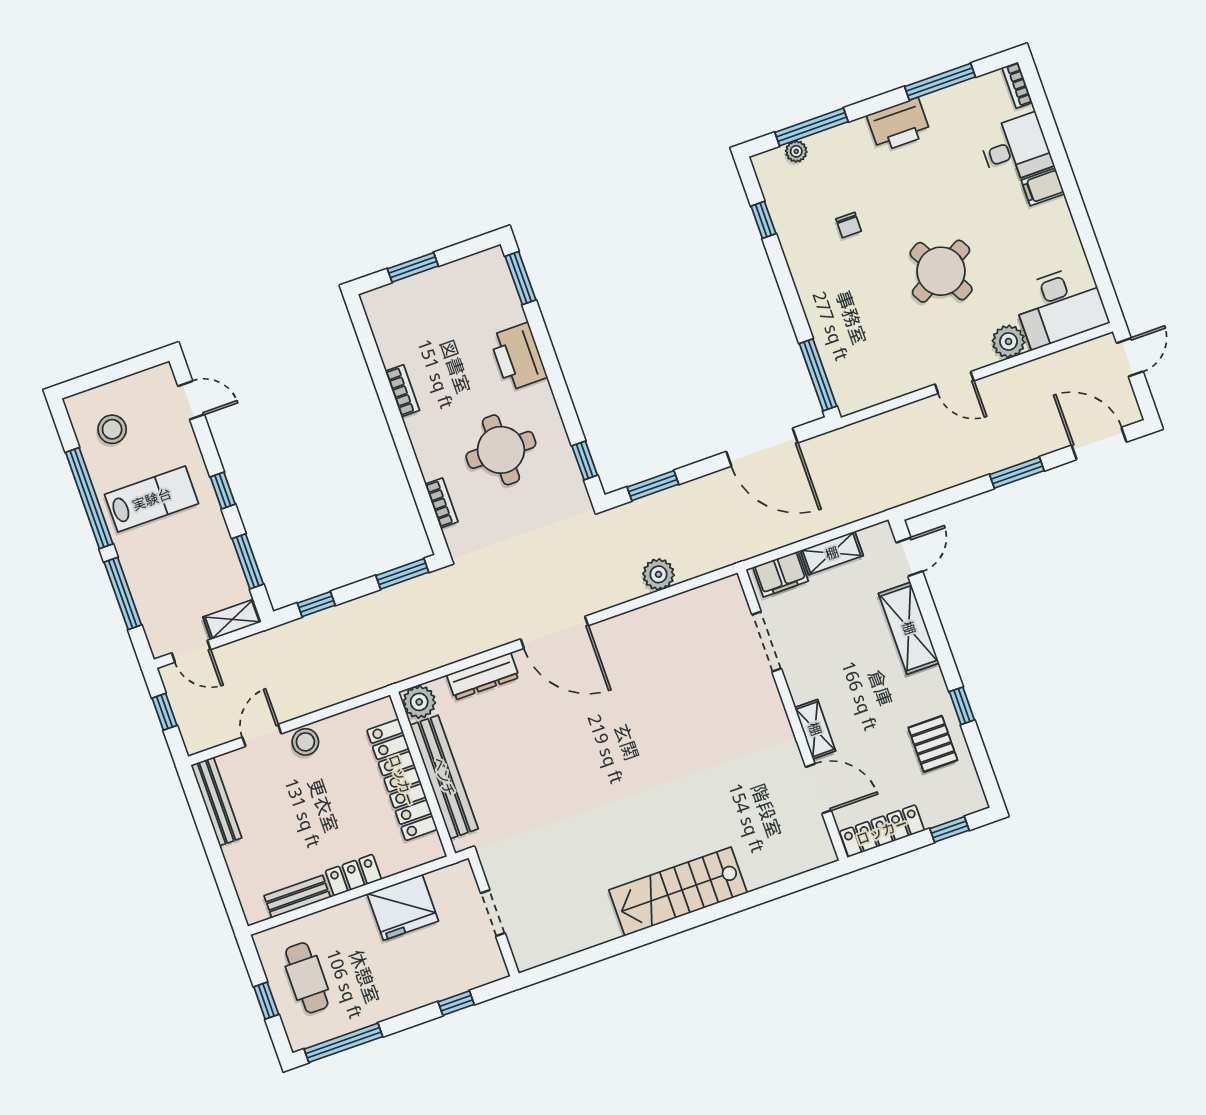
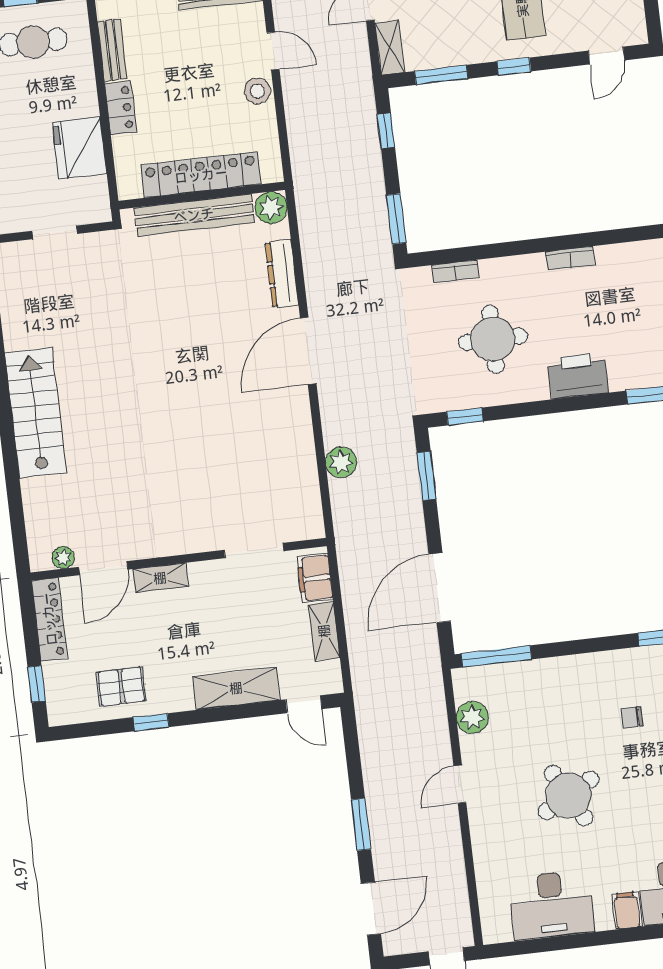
desk: (1060, 306) -> (552, 905), moved, turned -90
plant: (1009, 341) -> (472, 717), moved
plant: (817, 831) -> (63, 558), added

